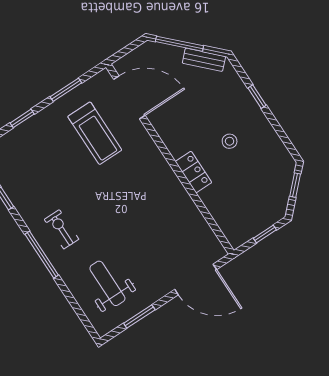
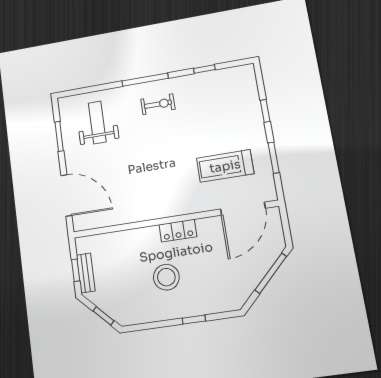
bench: (204, 60) -> (86, 273), moved, turned -45
stool: (230, 141) -> (166, 277), width x1.89, depth x1.89
locker: (193, 172) -> (178, 231), moved
door: (196, 279) -> (66, 195), swing flipped
weight bench: (107, 283) -> (97, 122), turned -90

